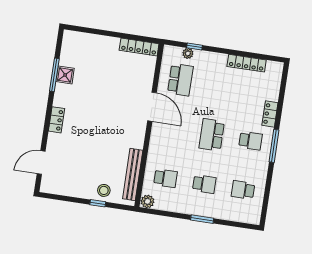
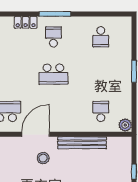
bench: (133, 175) -> (82, 143), moved
school desk: (204, 184) -> (101, 74), removed
stool: (104, 190) -> (43, 158), moved

